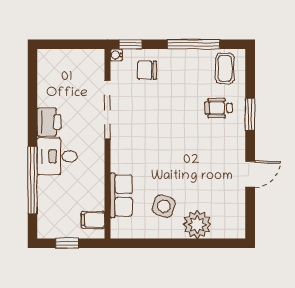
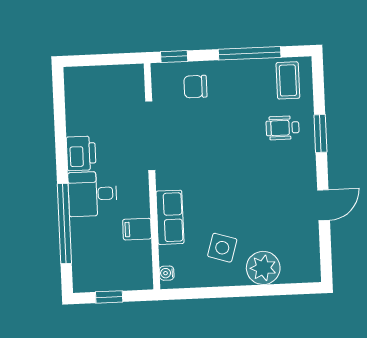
water cooler: (116, 55) -> (167, 273), moved
row of seats: (121, 195) -> (170, 217), moved
filing cabinet: (93, 220) -> (137, 229), moved

